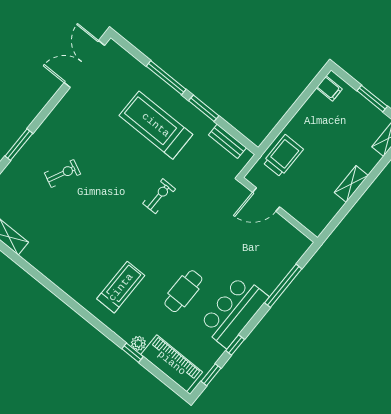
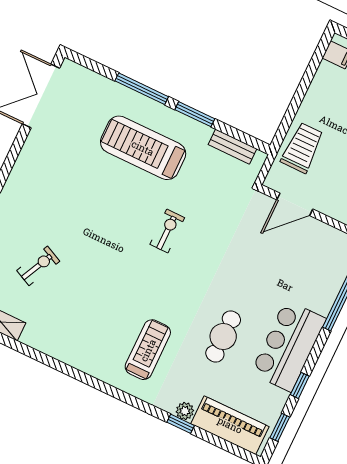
exercise bike: (62, 174) -> (38, 266), moved

